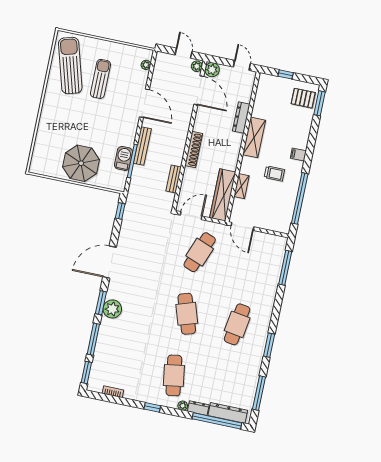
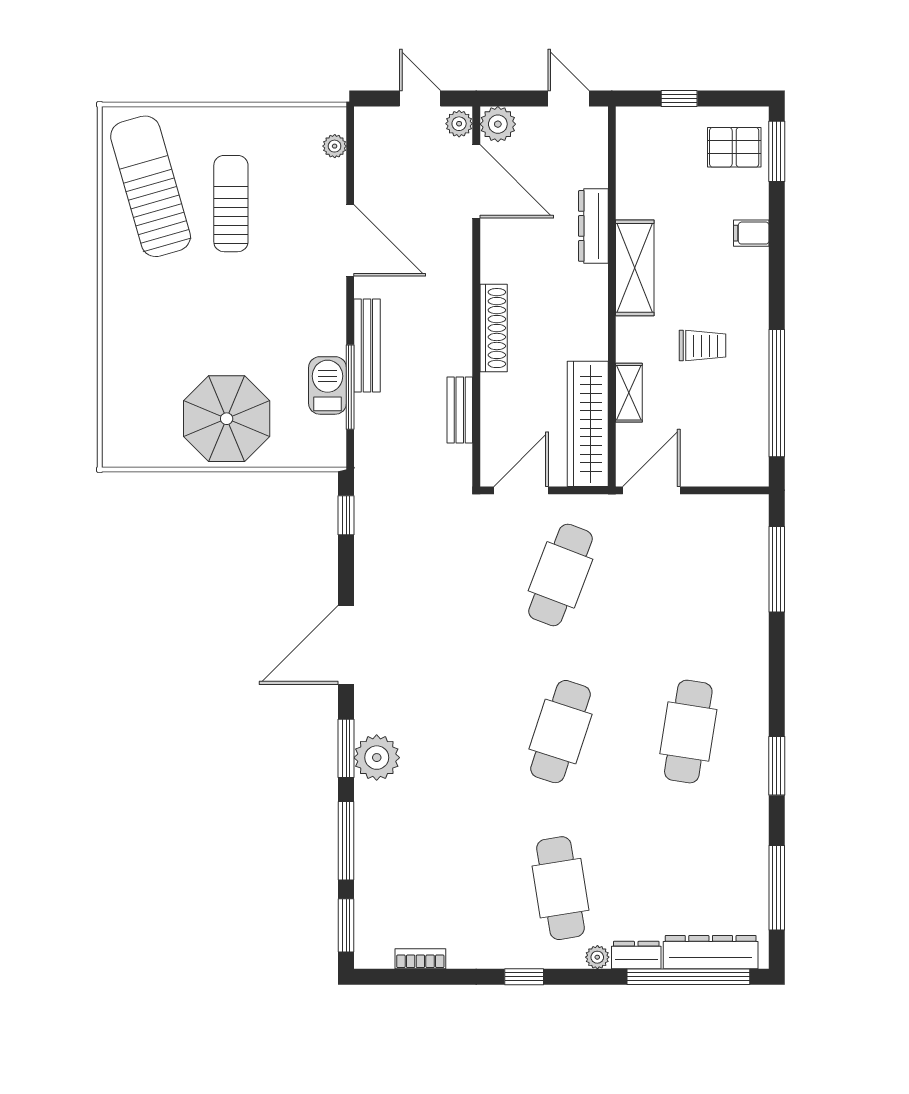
filing cabinet: (298, 155) -> (751, 233), moved
door: (242, 226) -> (651, 490), swing flipped
cafe table: (187, 314) -> (561, 732), turned 36

